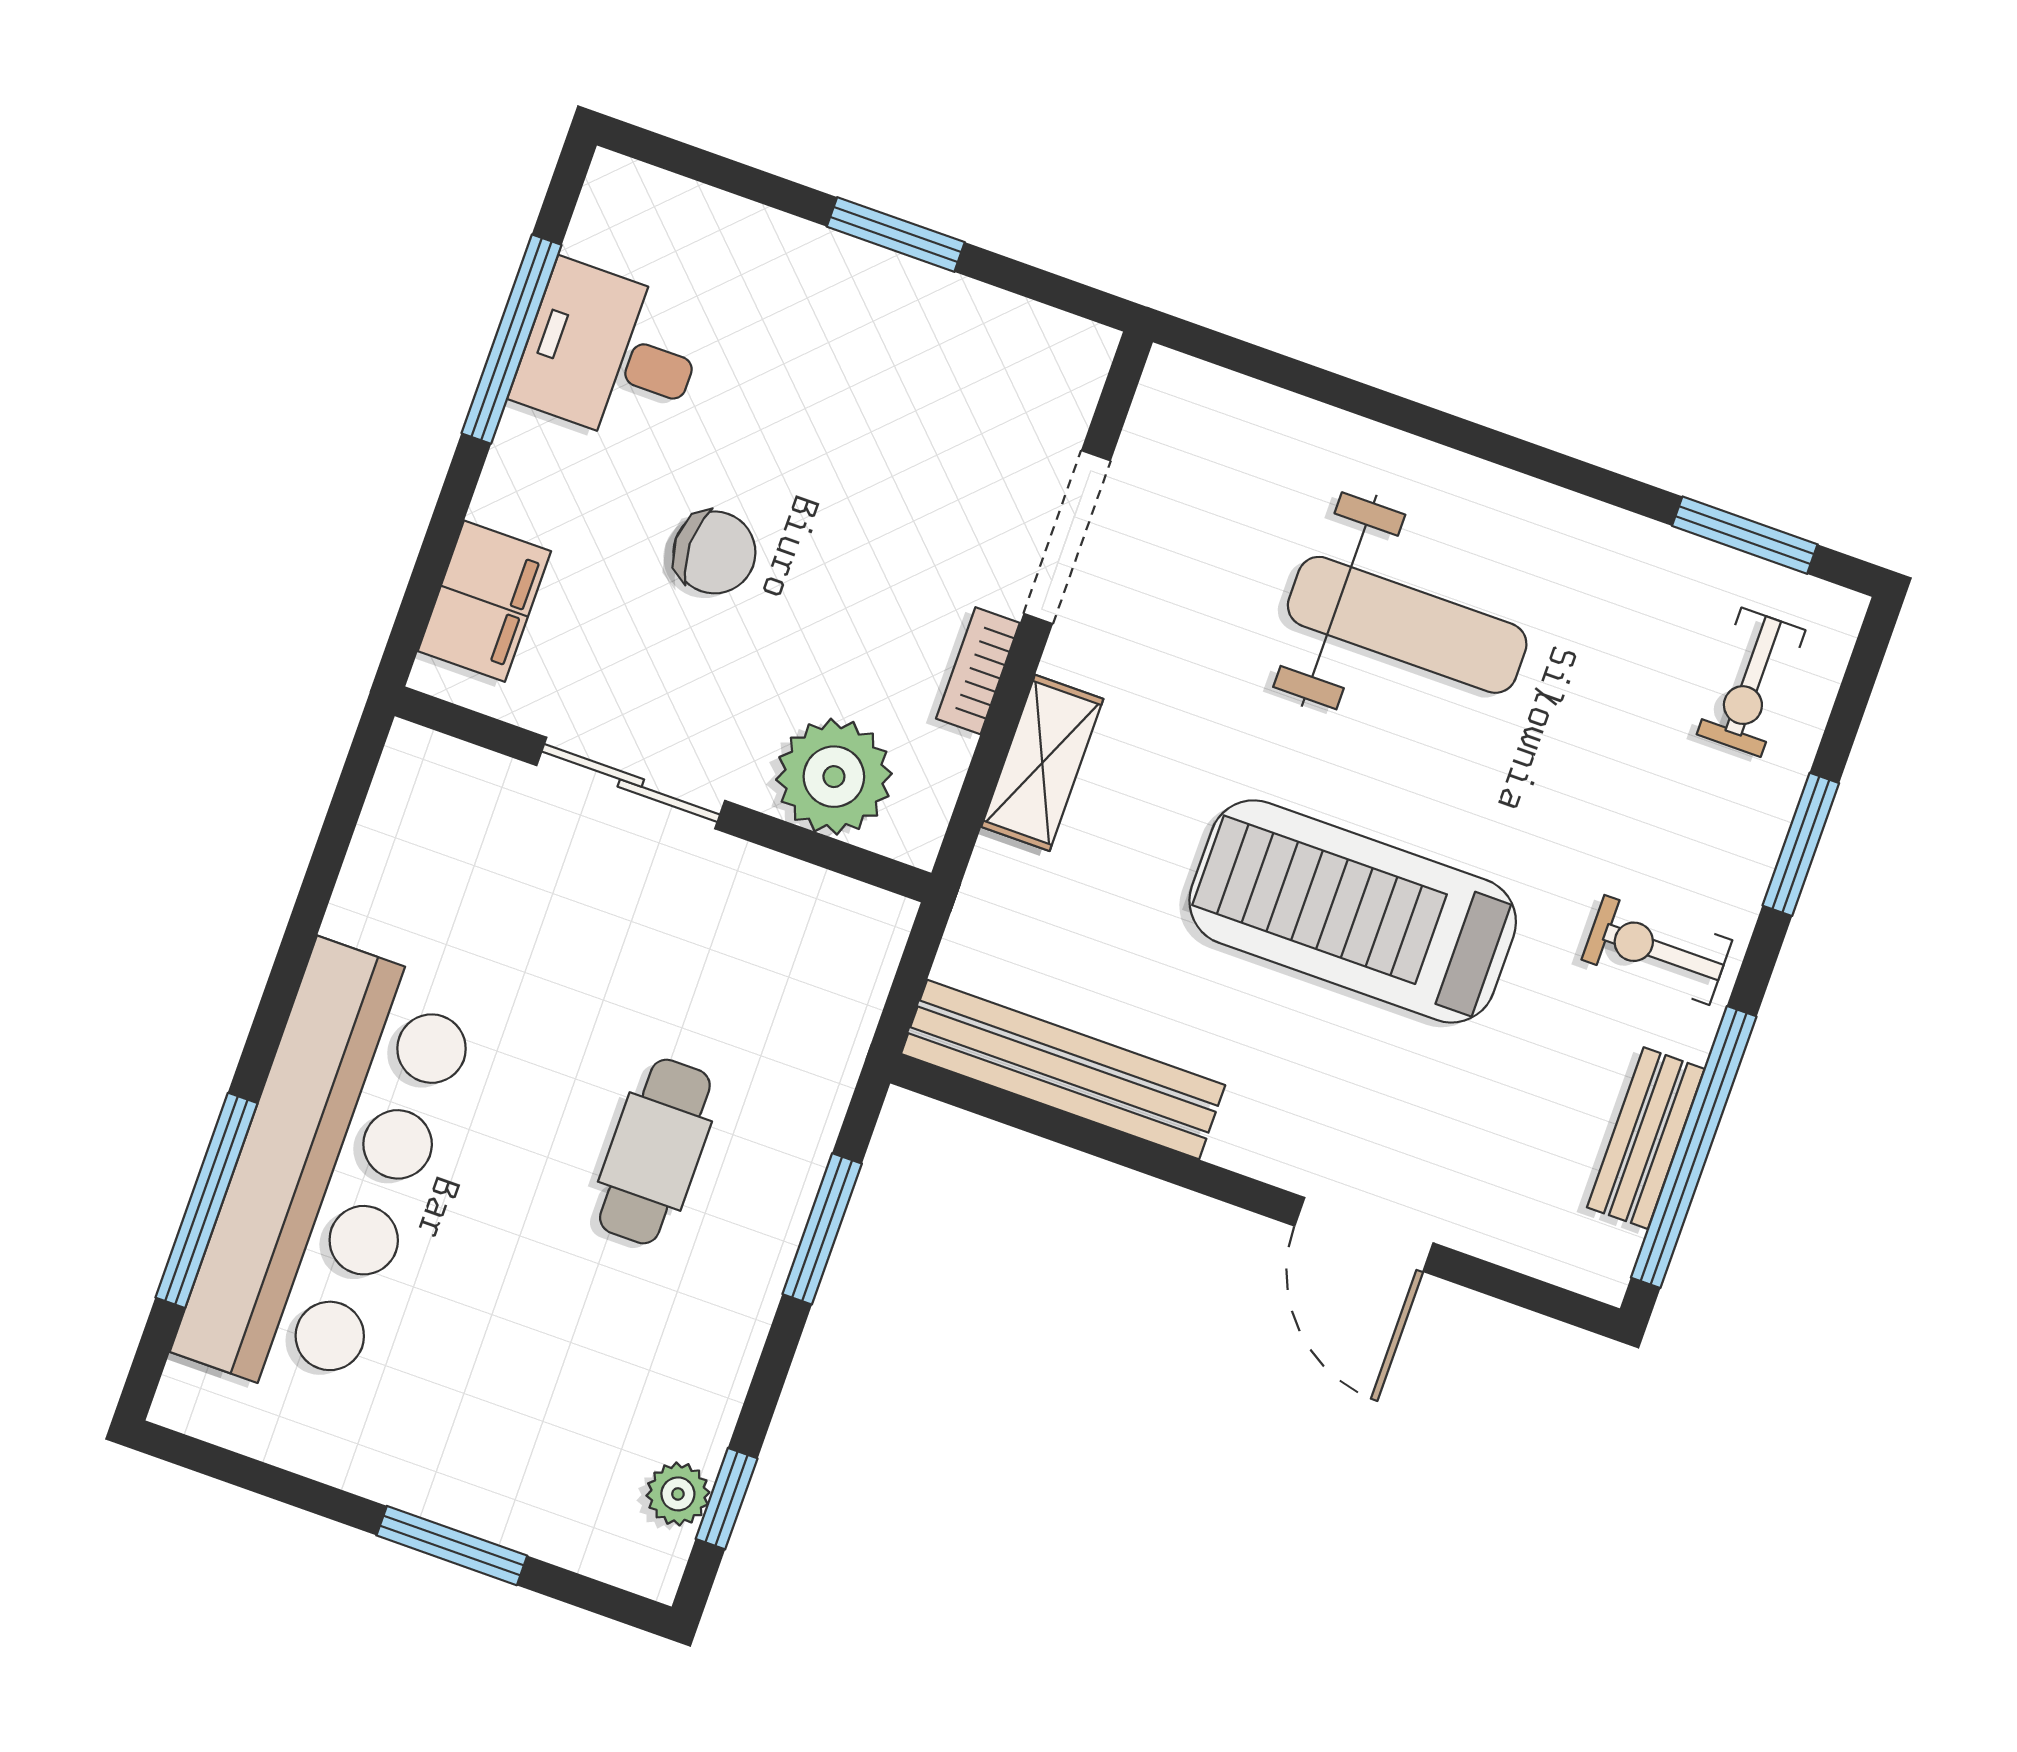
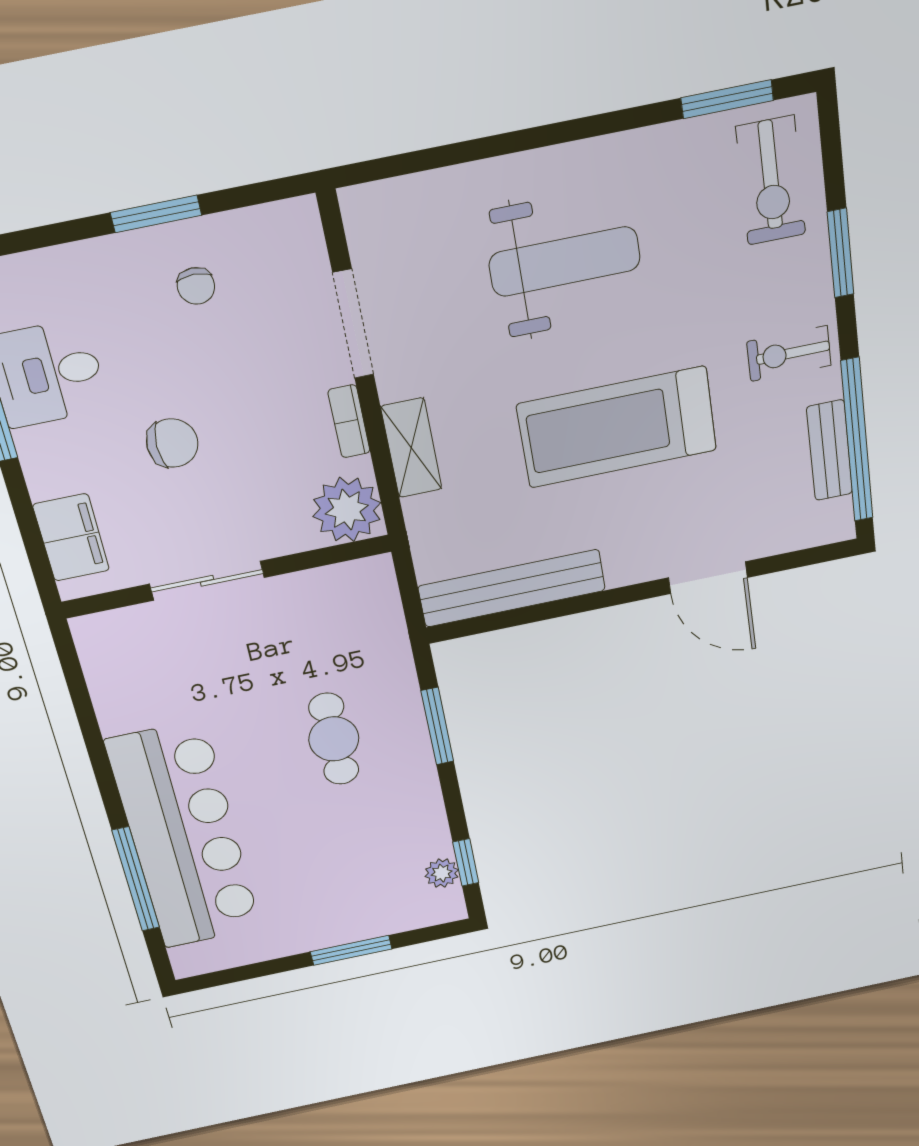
chair: (887, 358) -> (196, 286), added
exercise bike: (1751, 682) -> (771, 181), width x1.38, depth x1.39
plant: (834, 777) -> (347, 510), moved

